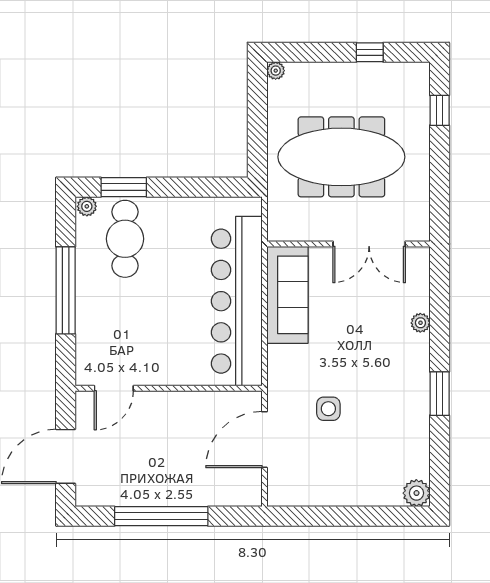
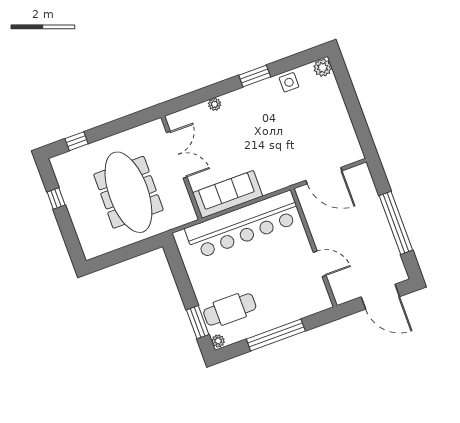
plant: (276, 71) -> (89, 253), removed
door: (114, 388) -> (320, 264), moved
side table: (328, 409) -> (289, 82), moved

